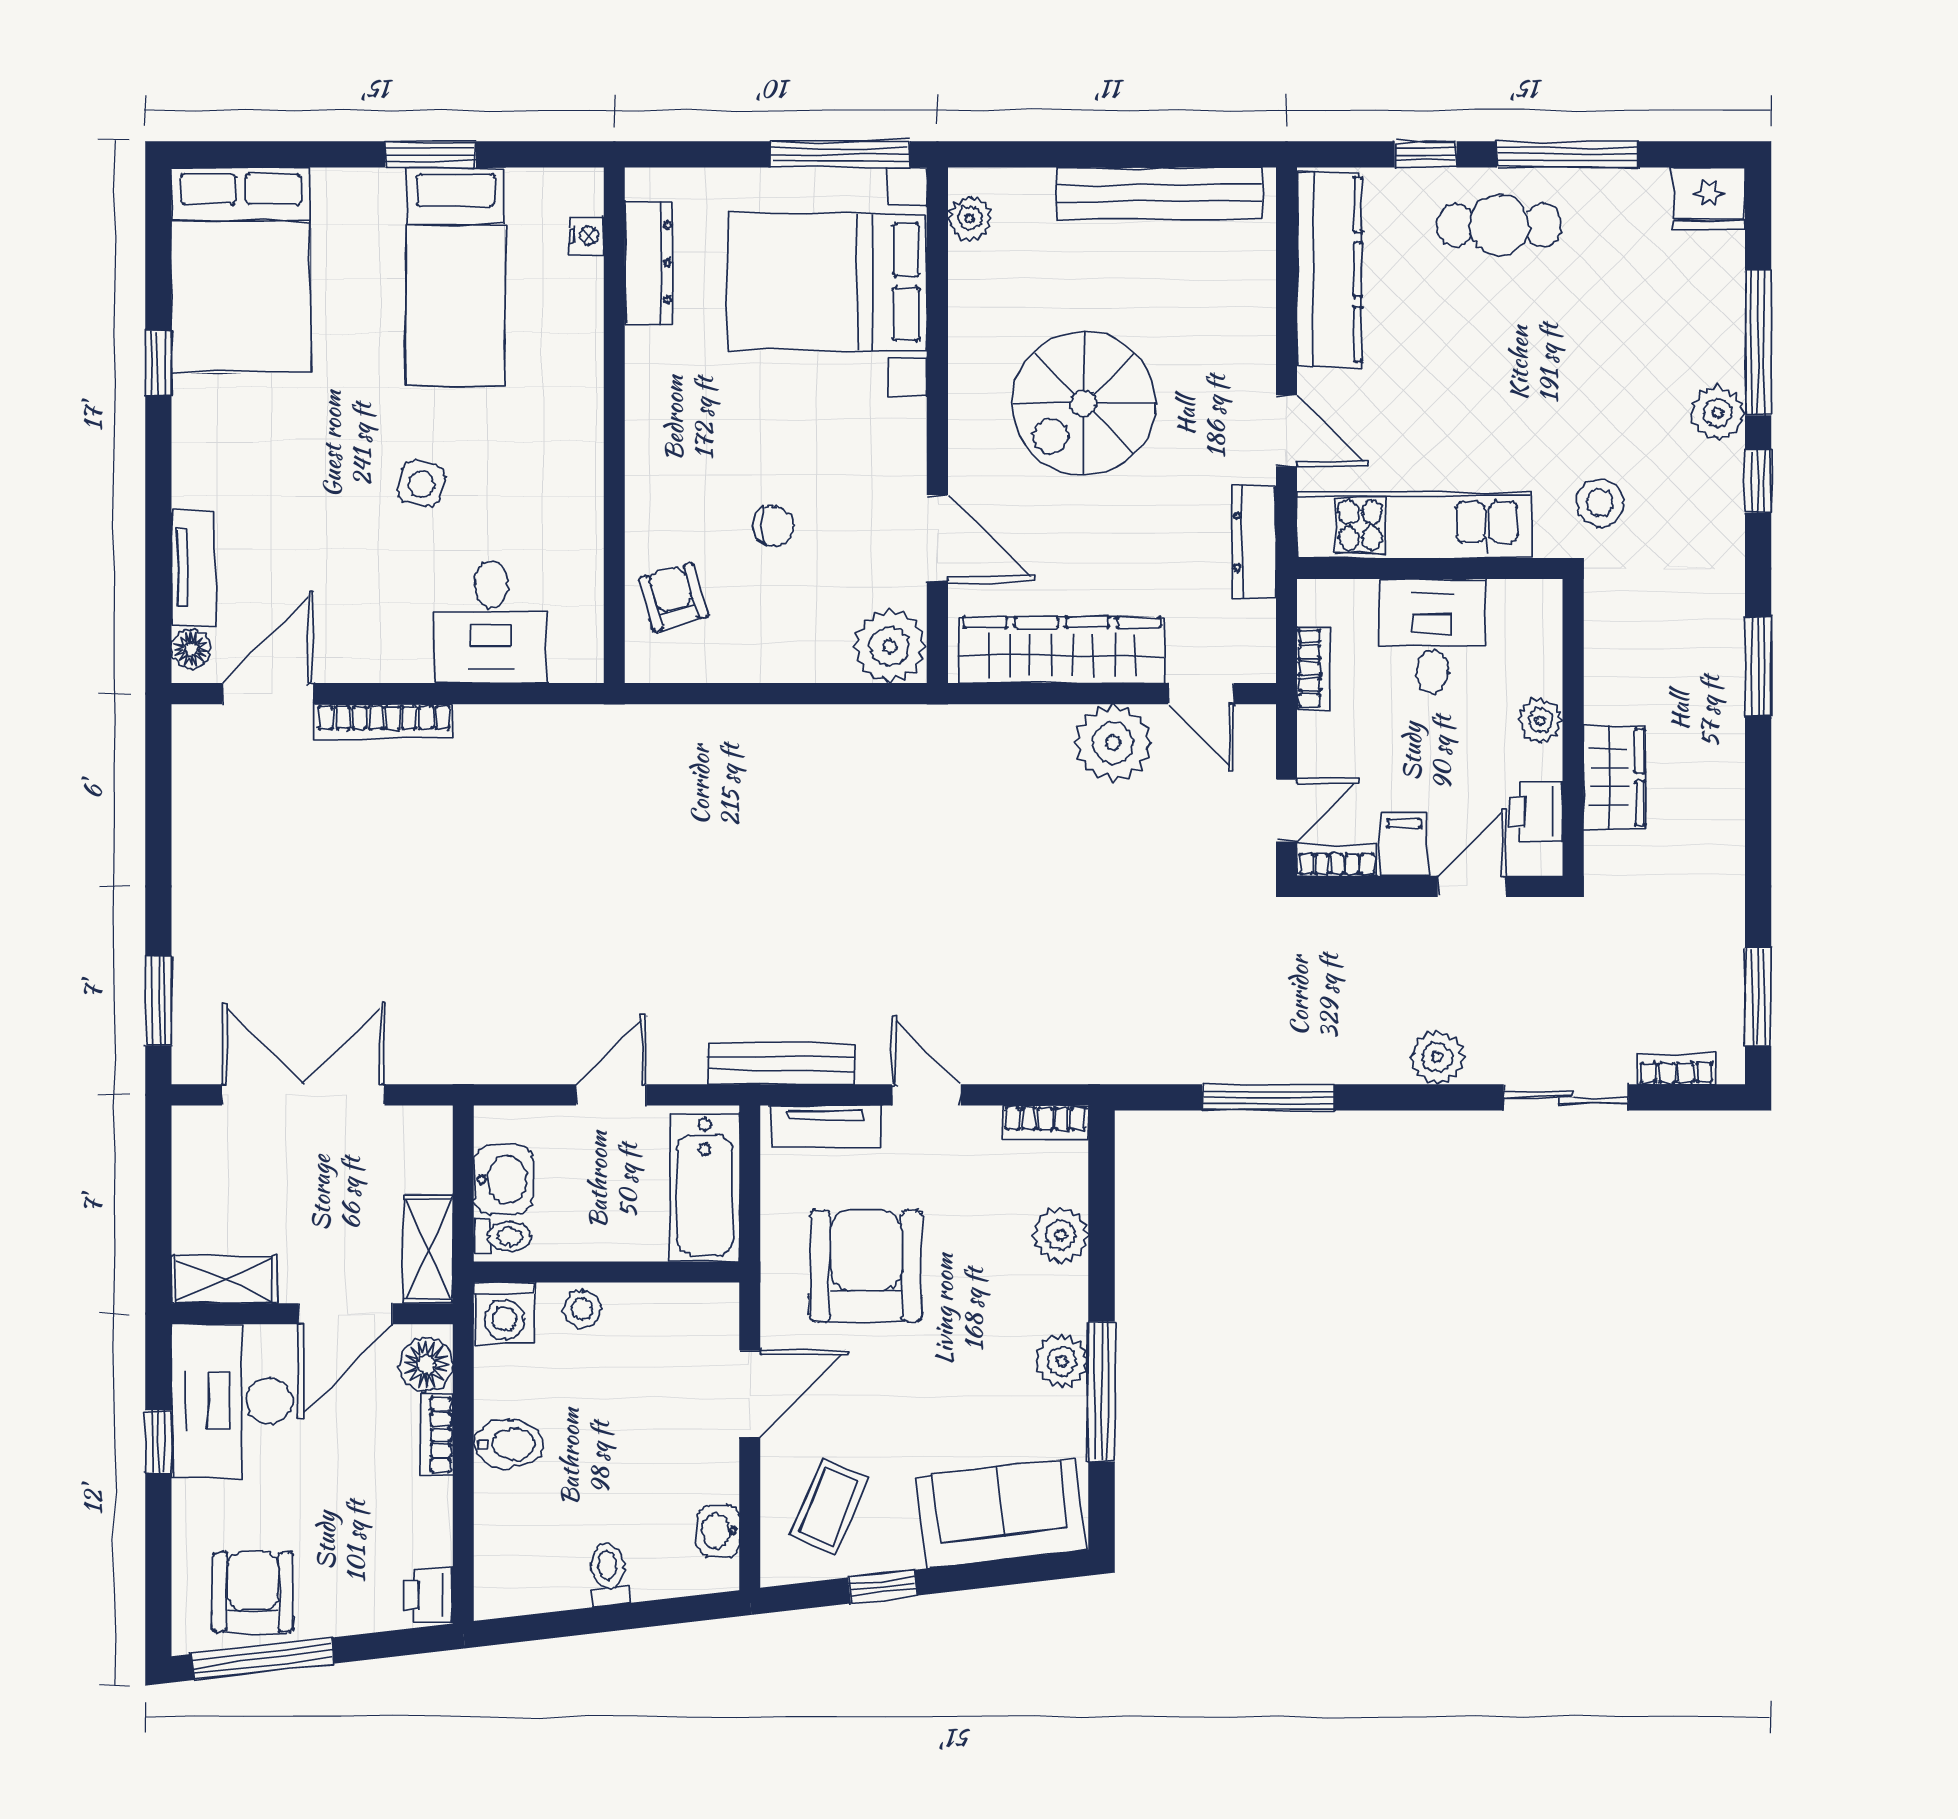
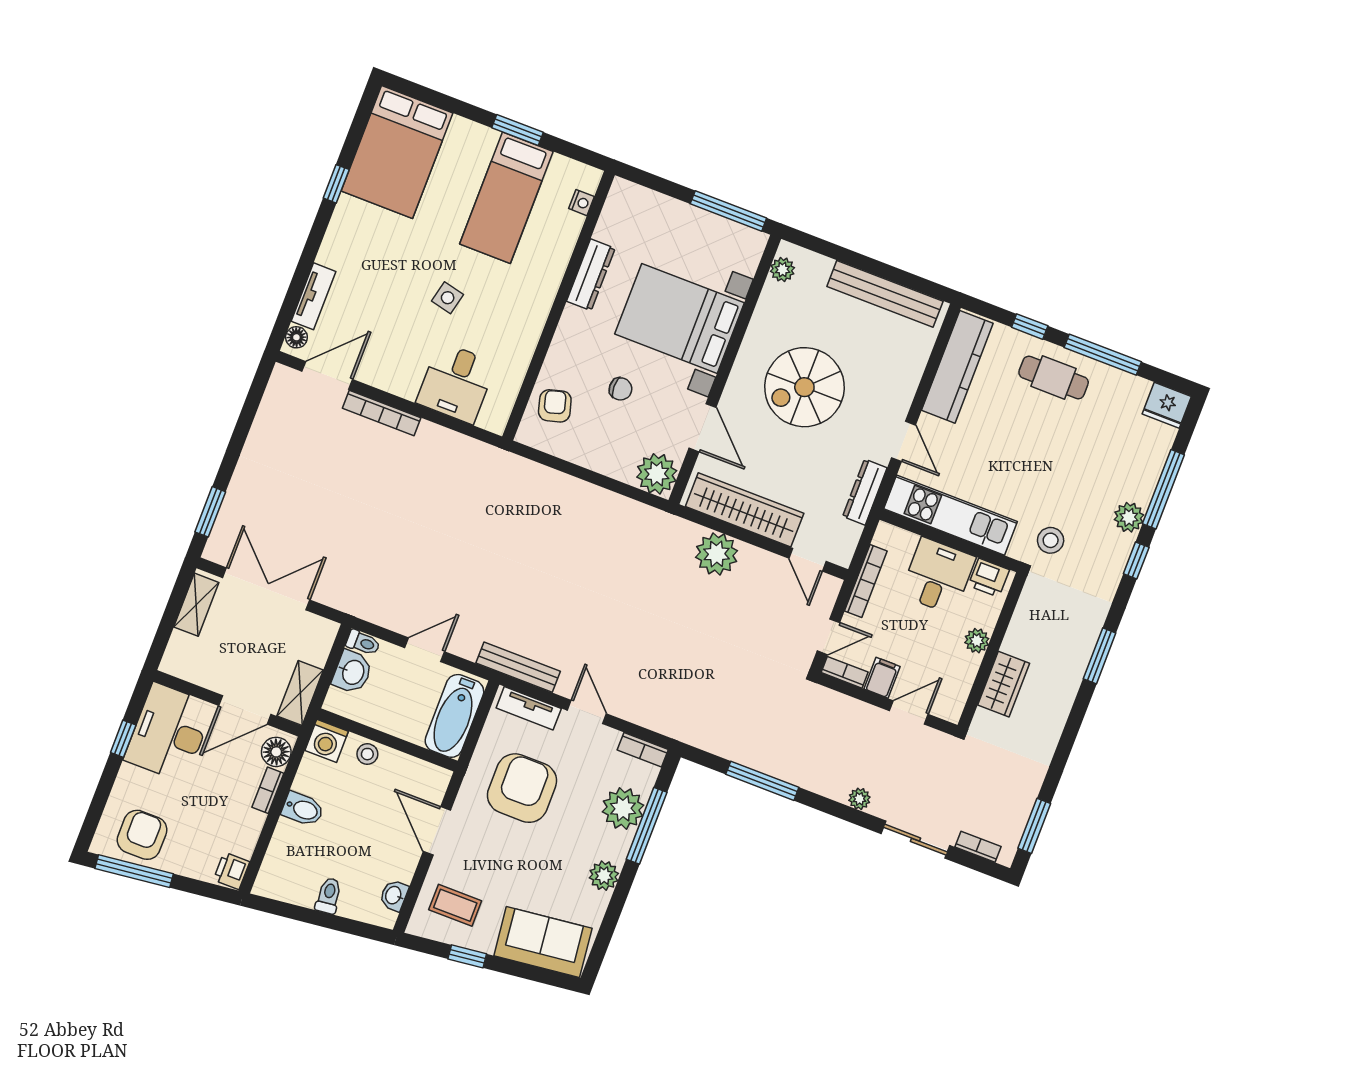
dresser: (649, 263) -> (591, 275), moved
bed with nightstands: (827, 282) -> (679, 318), moved
bookcase: (1313, 668) -> (866, 581), width x1.56
plant: (1113, 743) -> (717, 554), moved
printer: (1535, 812) -> (989, 578), moved, turned -90
plant: (1437, 1057) -> (859, 799), width x0.73, depth x0.73
plant: (1060, 1235) -> (623, 808), width x1.36, depth x1.36
toilet: (502, 1236) -> (363, 643), moved
shelving: (224, 1280) -> (196, 605), moved, turned 90
window: (1102, 1392) -> (647, 826), moved
door: (750, 1394) -> (437, 831), swing flipped
coffee table: (829, 1508) -> (455, 905), turned 67

